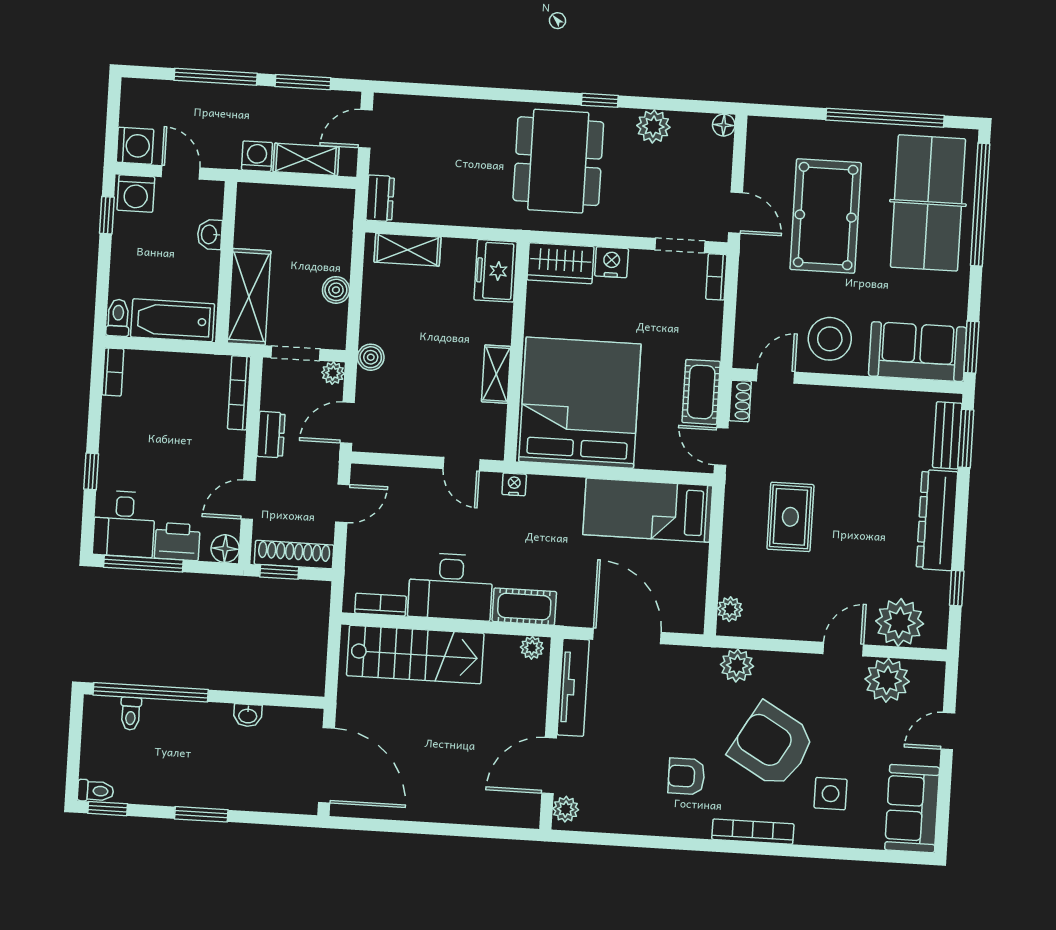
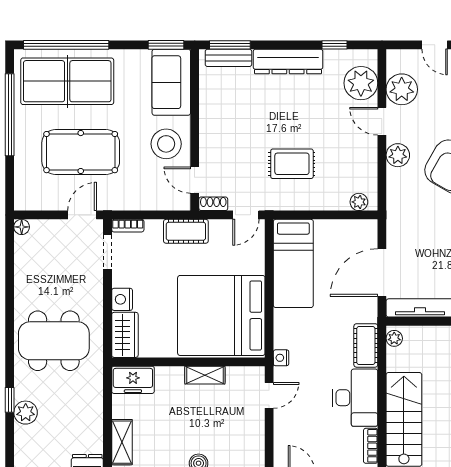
window: (600, 100) -> (10, 400), moved
plant: (653, 126) -> (26, 413), moved
cot: (701, 392) -> (186, 231), moved
plant: (737, 665) -> (398, 155), moved

